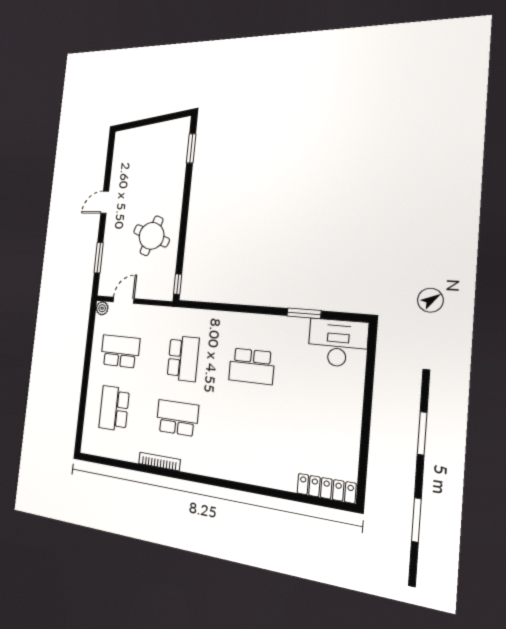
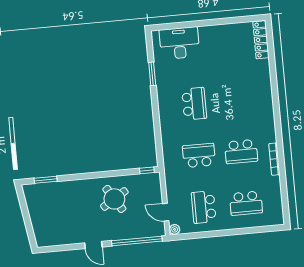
round table: (152, 236) -> (114, 199), turned 38
window: (99, 258) -> (137, 241), width x2.11
desk: (338, 343) -> (179, 43), moved, turned 90
school desk: (177, 418) -> (241, 151), turned -90

